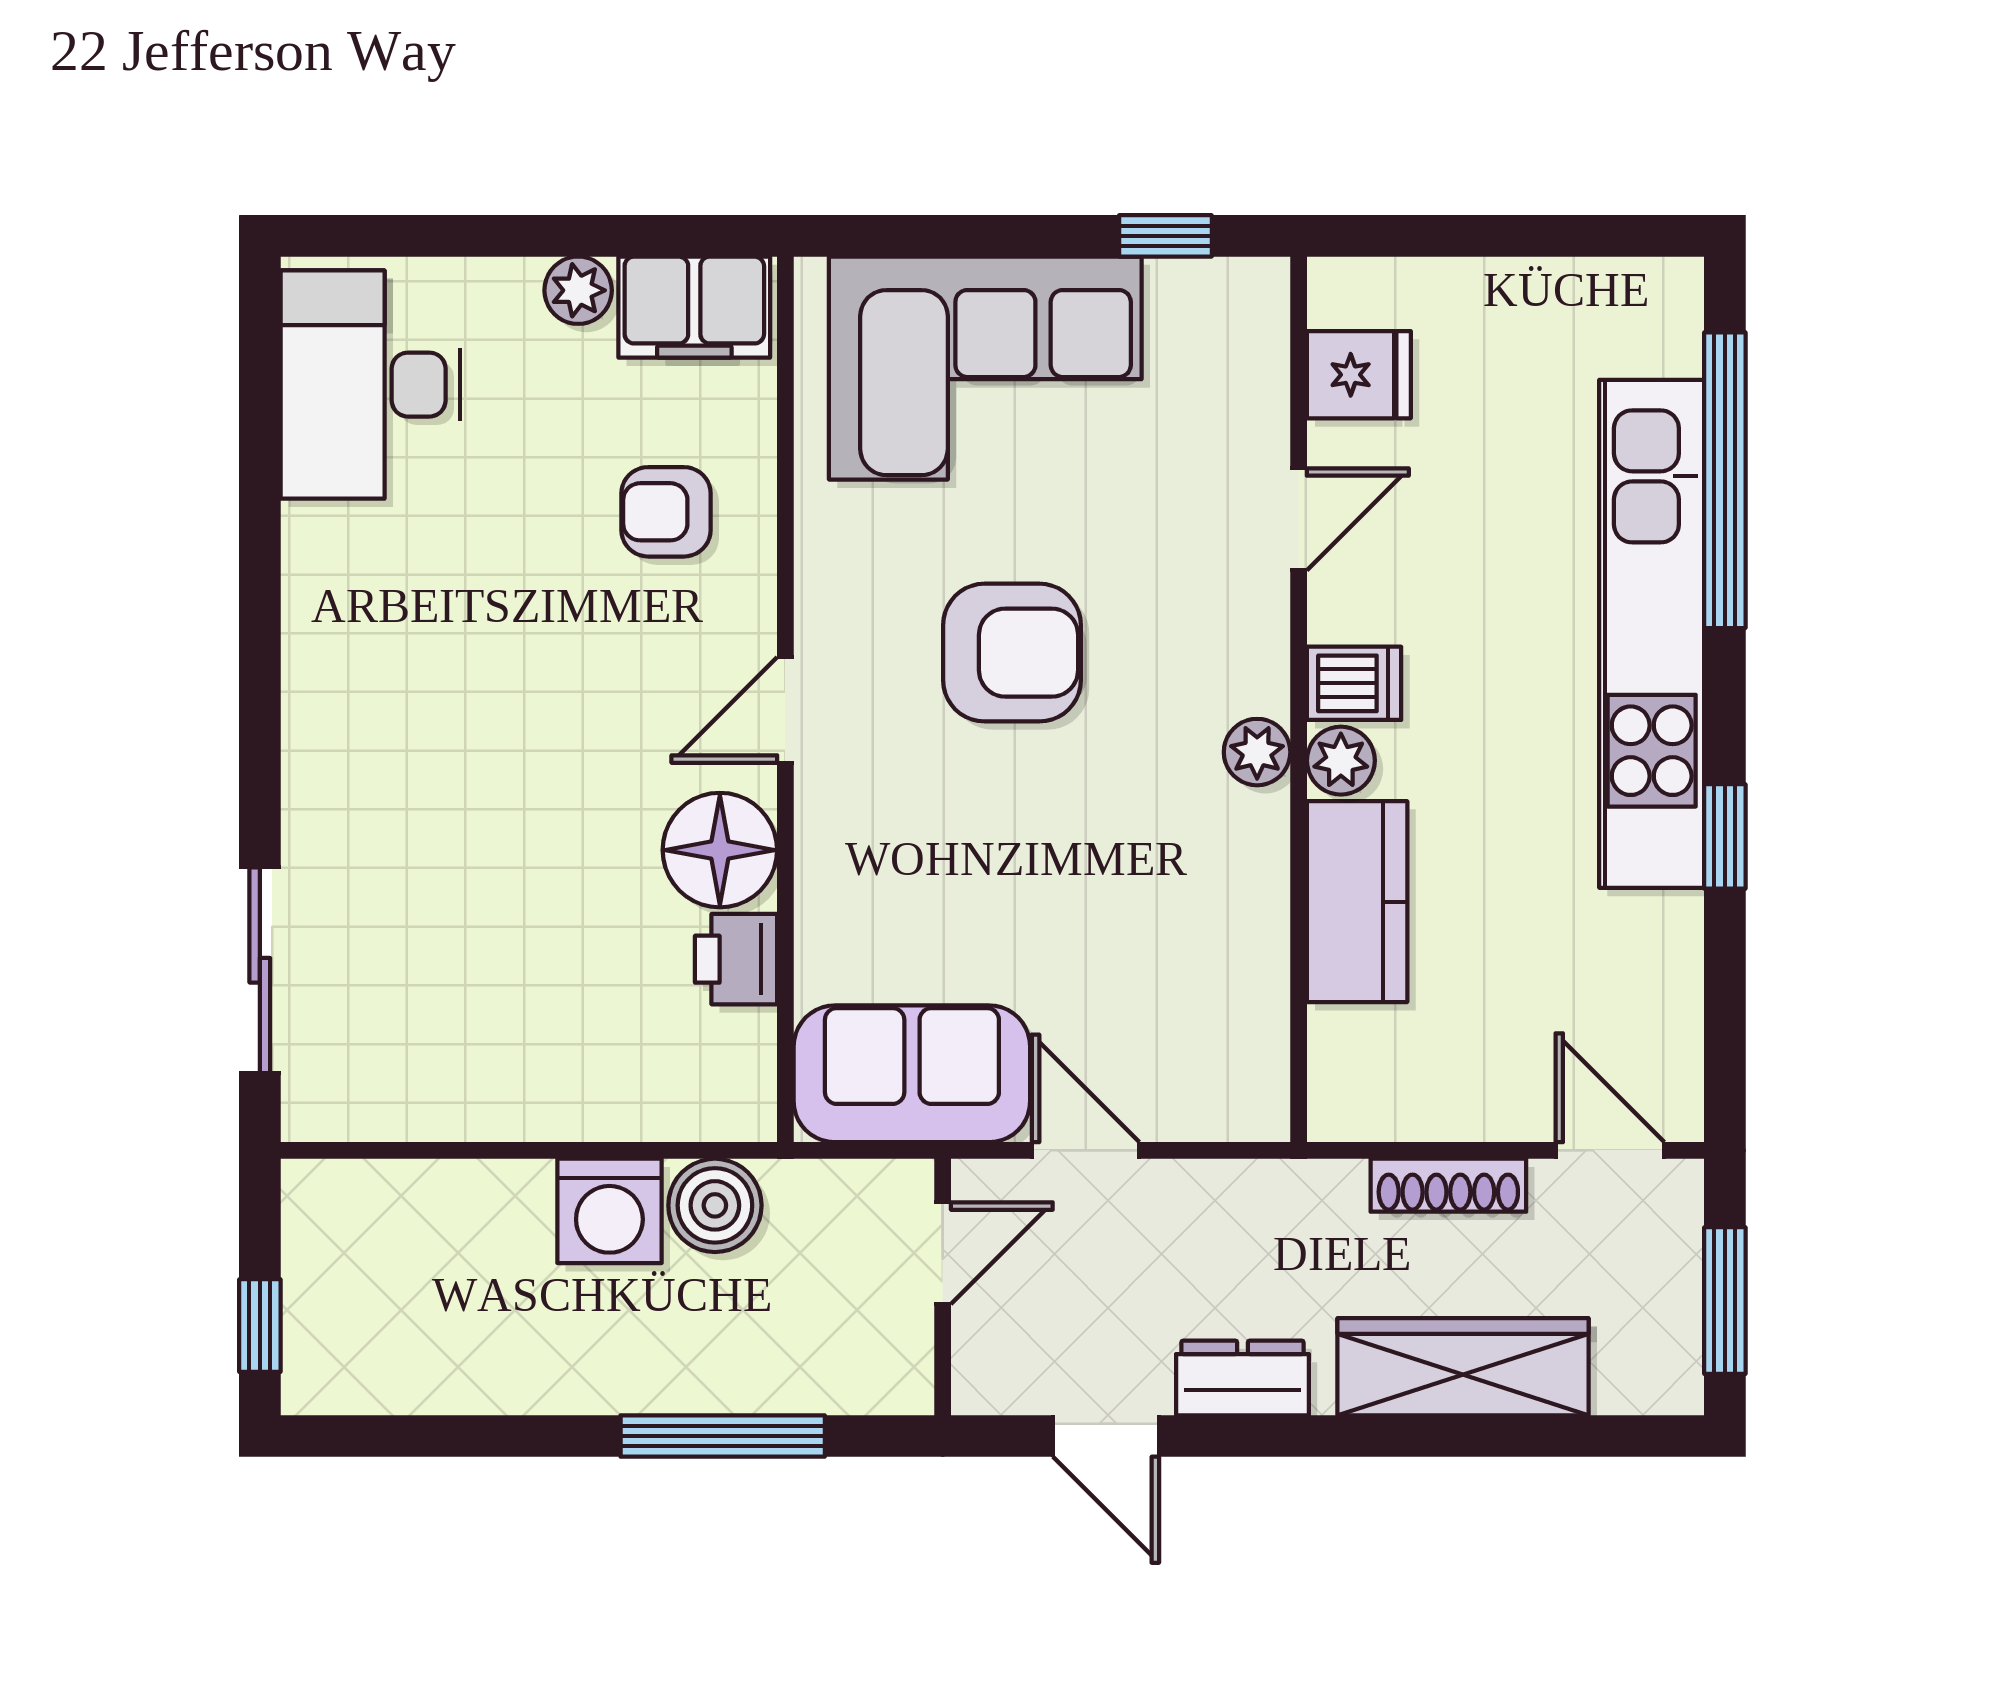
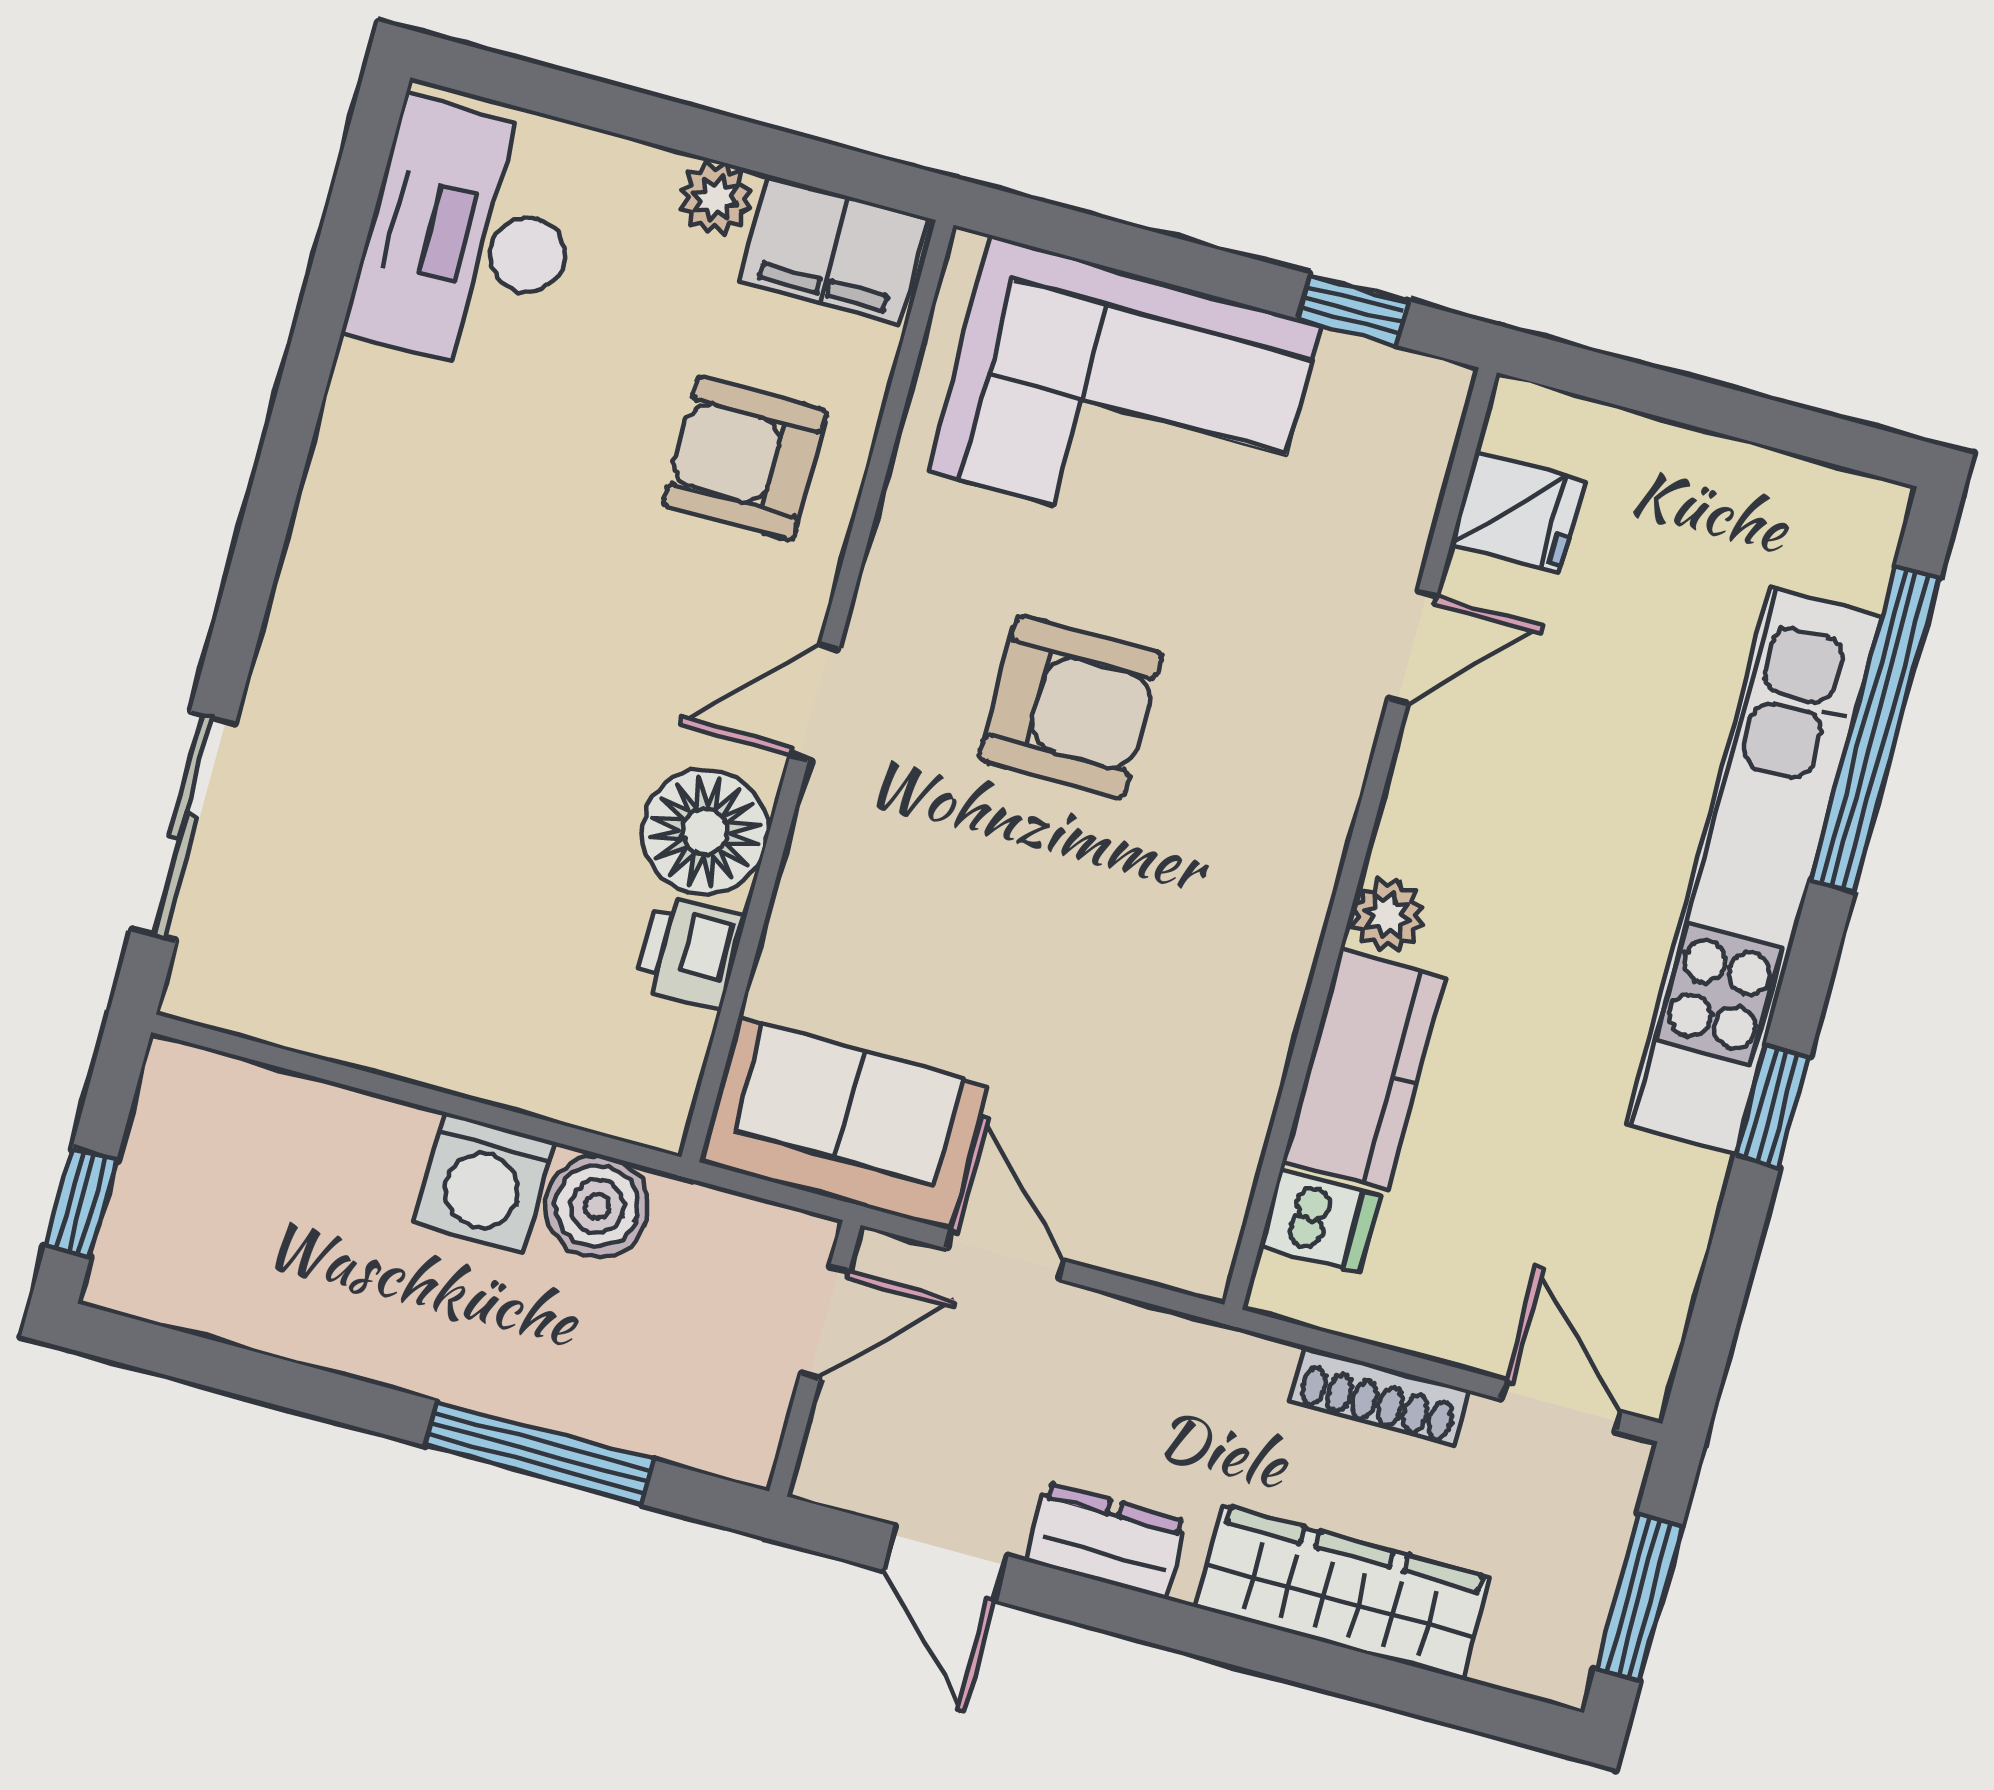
armchair: (666, 512) -> (745, 458), width x1.38, depth x1.38
dishwasher: (1354, 683) -> (1320, 1221), moved
plant: (1257, 752) -> (1301, 882), removed

